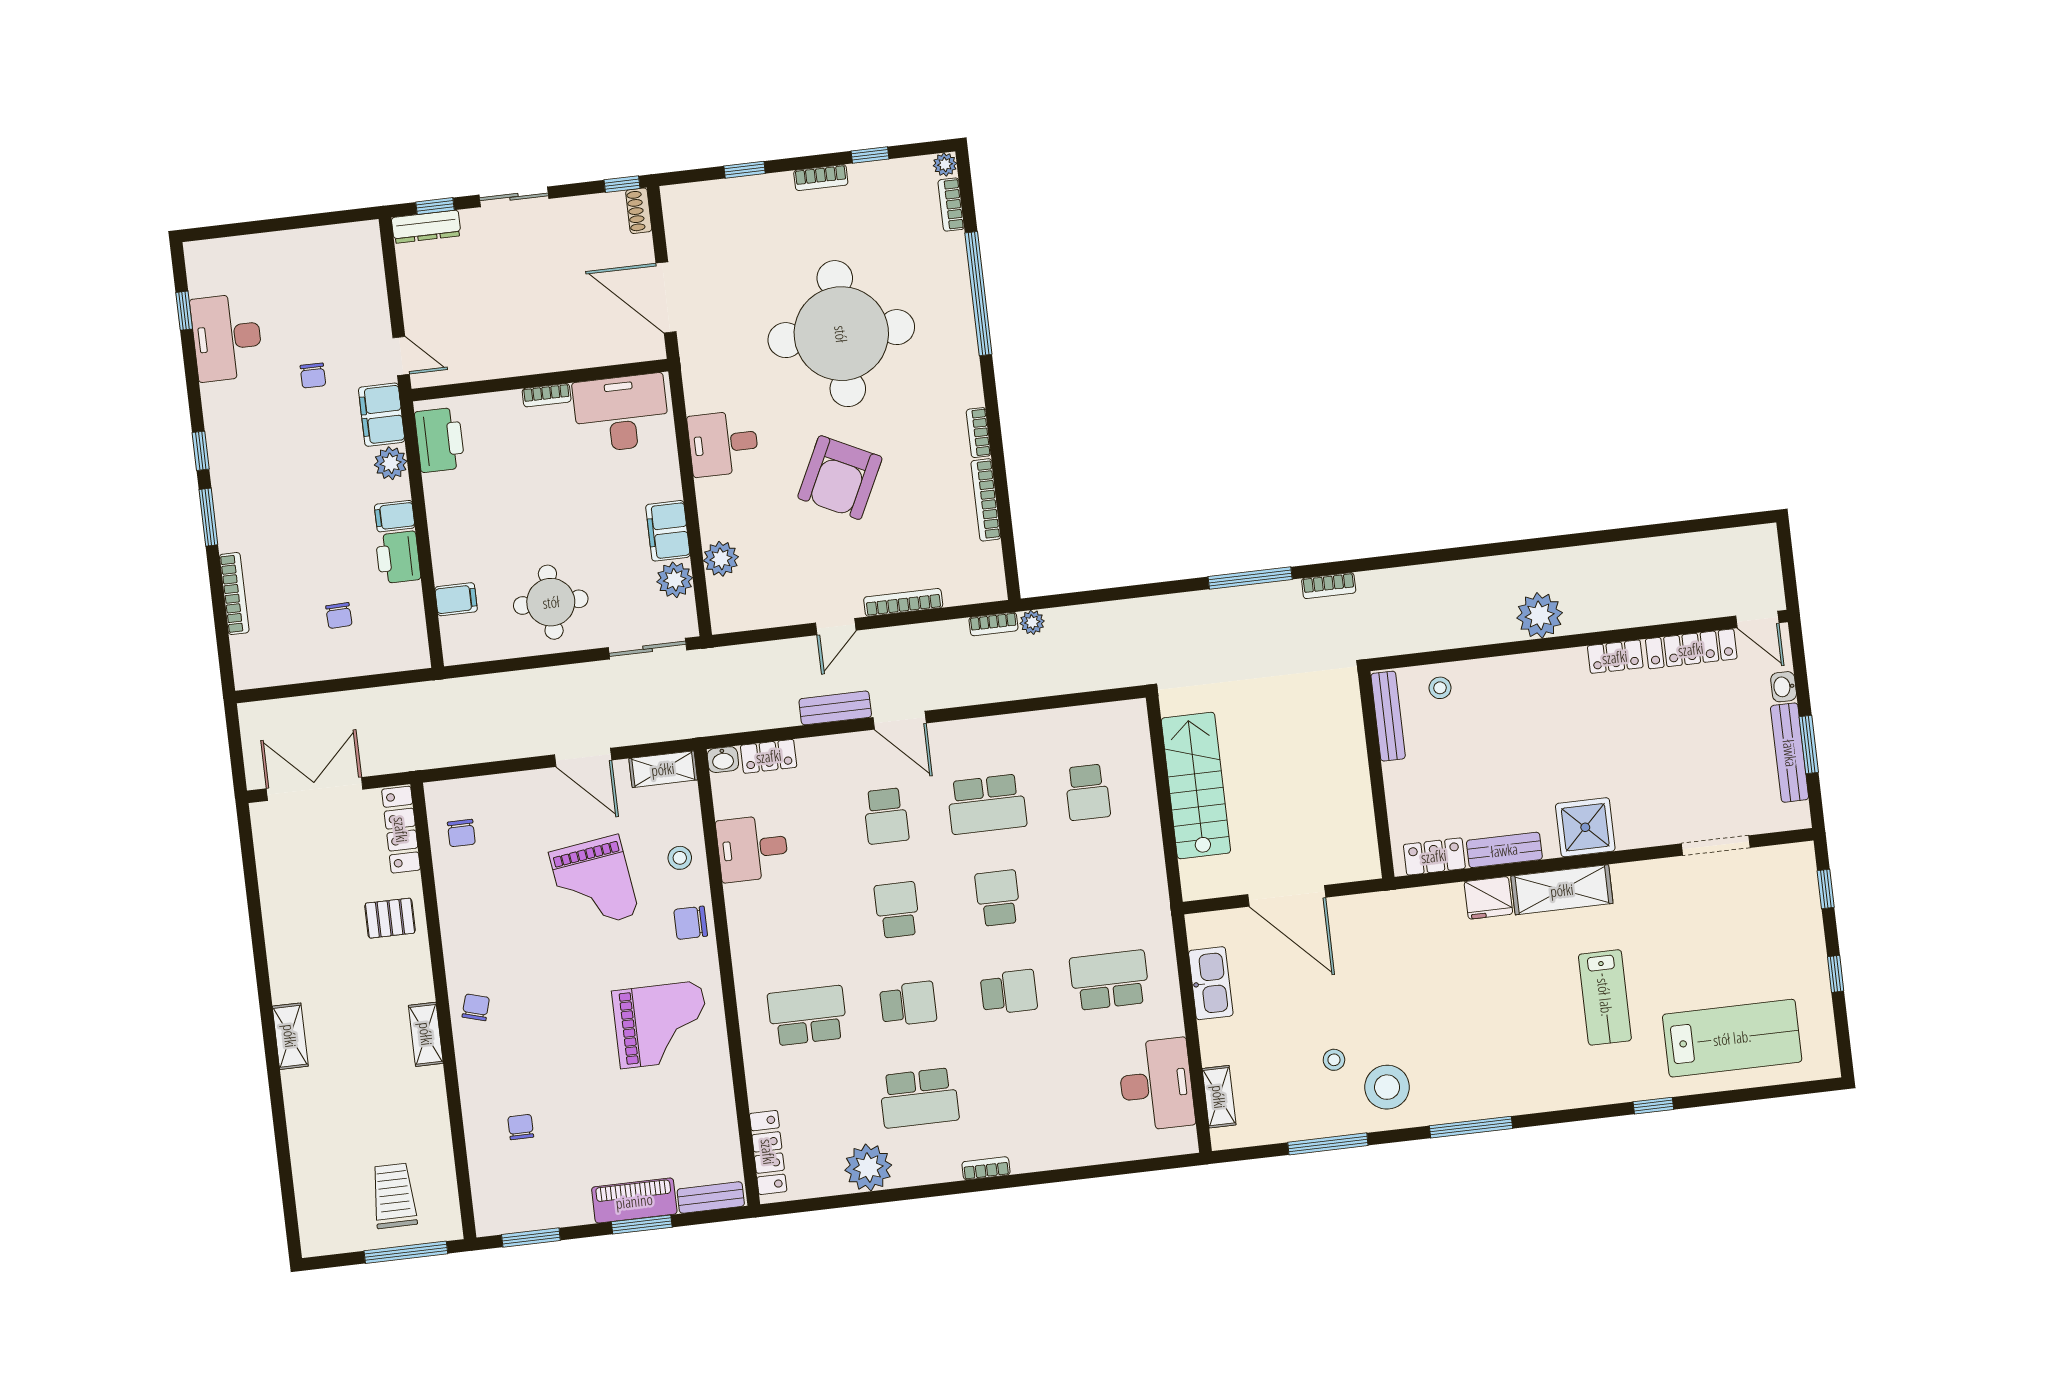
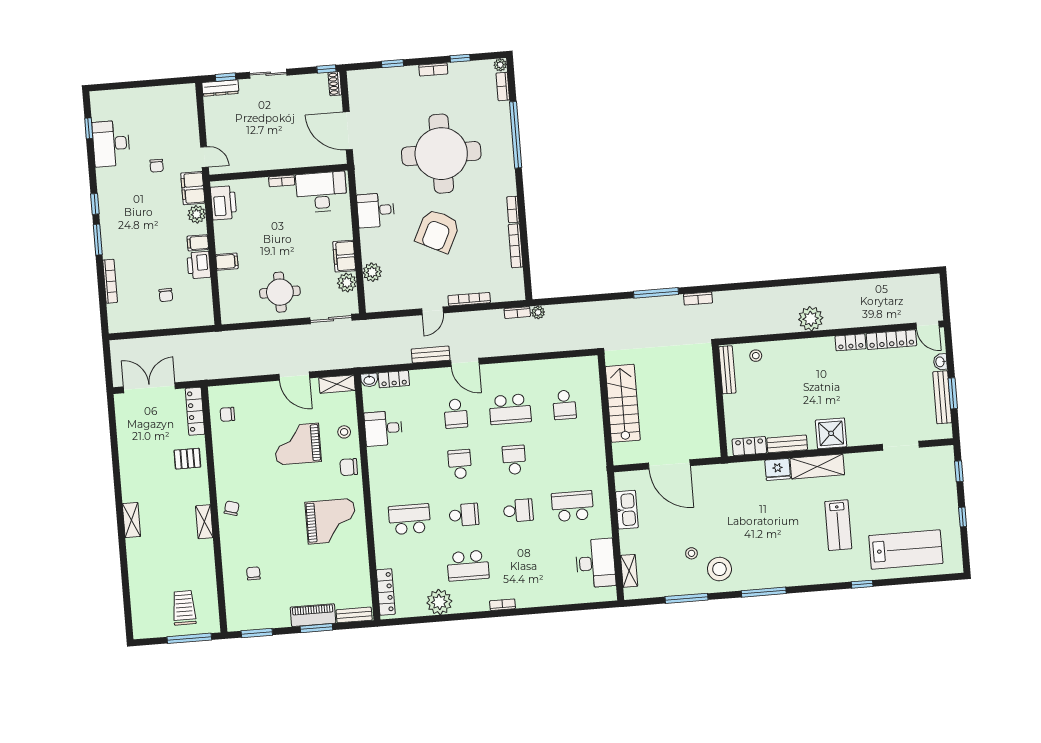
filing cabinet: (456, 599) -> (227, 262), moved
chair: (461, 833) -> (227, 414), turned 90
grand piano: (594, 883) -> (297, 444), turned 98

